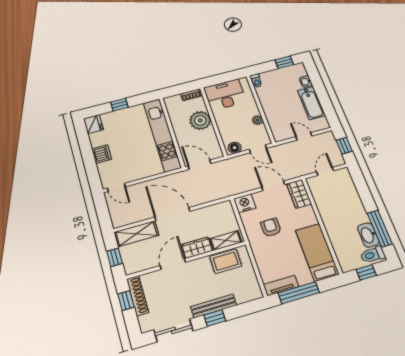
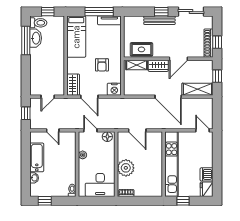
wall: (172, 132) -> (164, 164), moved
kitchen unit: (162, 135) -> (171, 164), moved
dishwasher: (102, 154) -> (207, 174), moved

